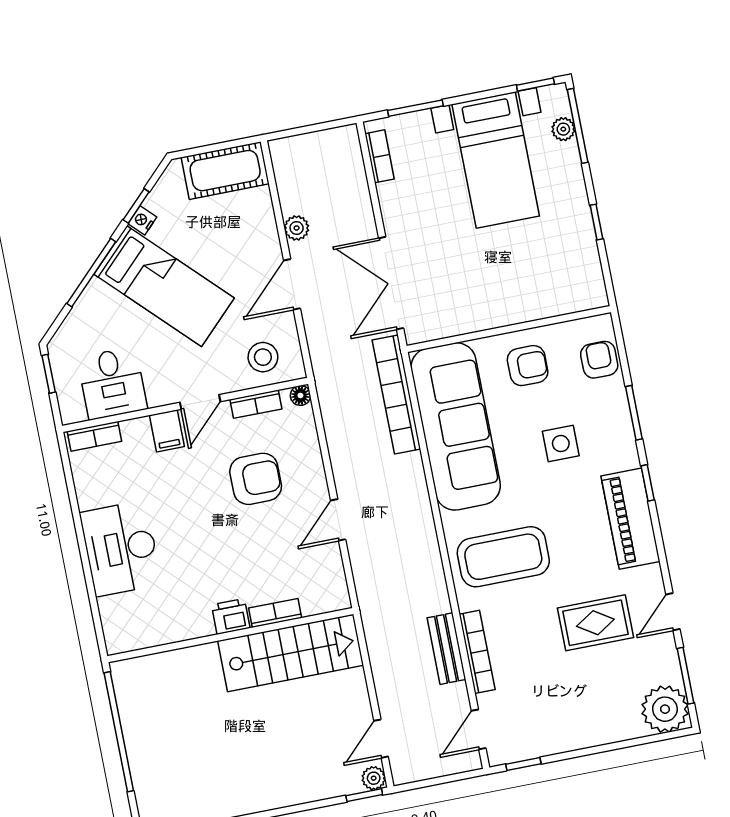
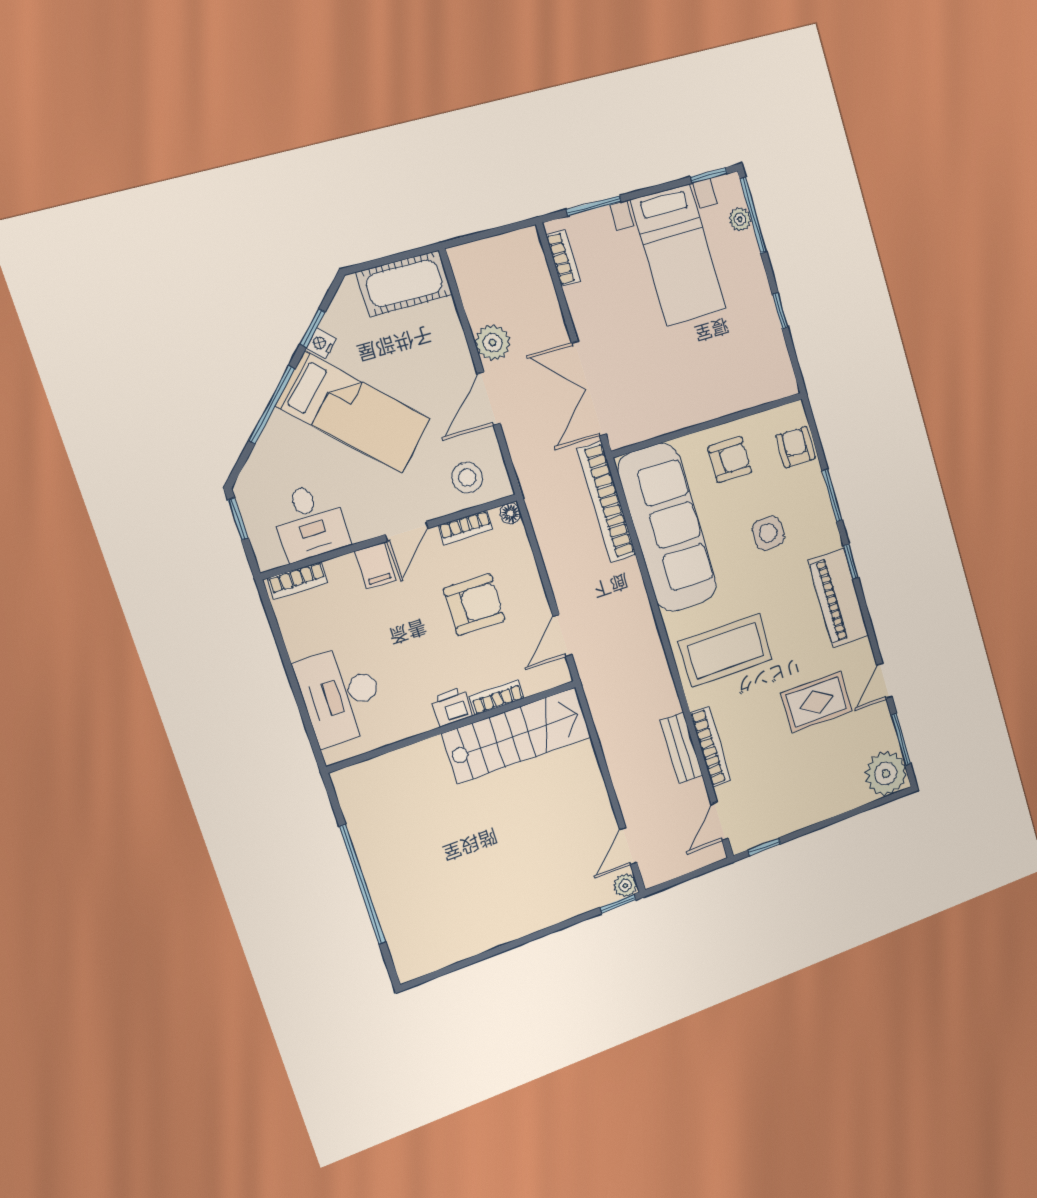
plant: (297, 228) -> (493, 343), width x1.38, depth x1.38
bookcase: (275, 613) -> (497, 697), moved
printer: (231, 616) -> (452, 707), moved
wall: (230, 635) -> (453, 726), moved
stairs: (291, 653) -> (517, 735), moved

